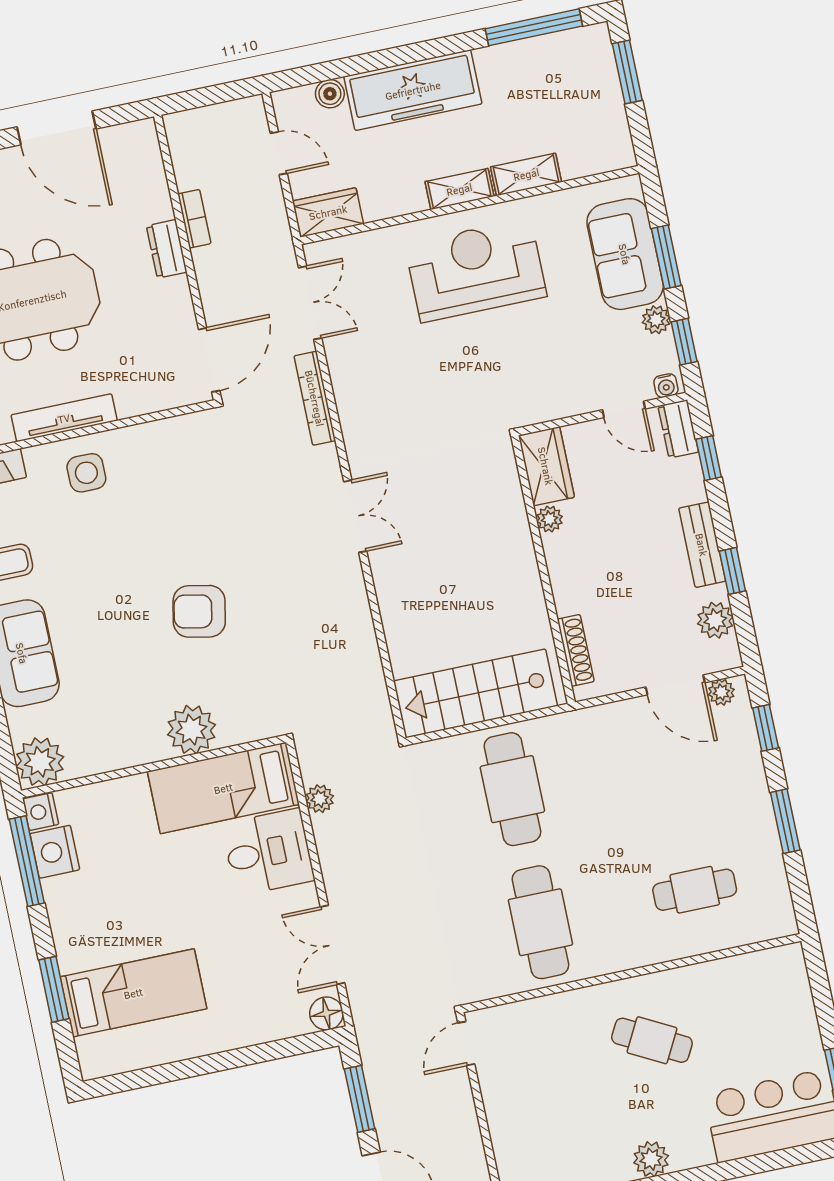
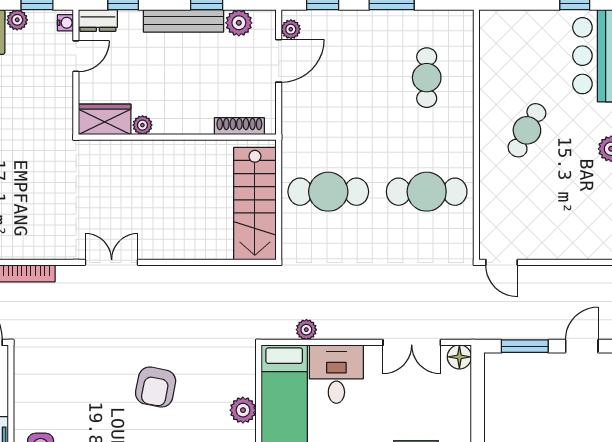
bench: (702, 545) -> (183, 21), width x1.36
plant: (192, 730) -> (243, 410), width x0.73, depth x0.73

